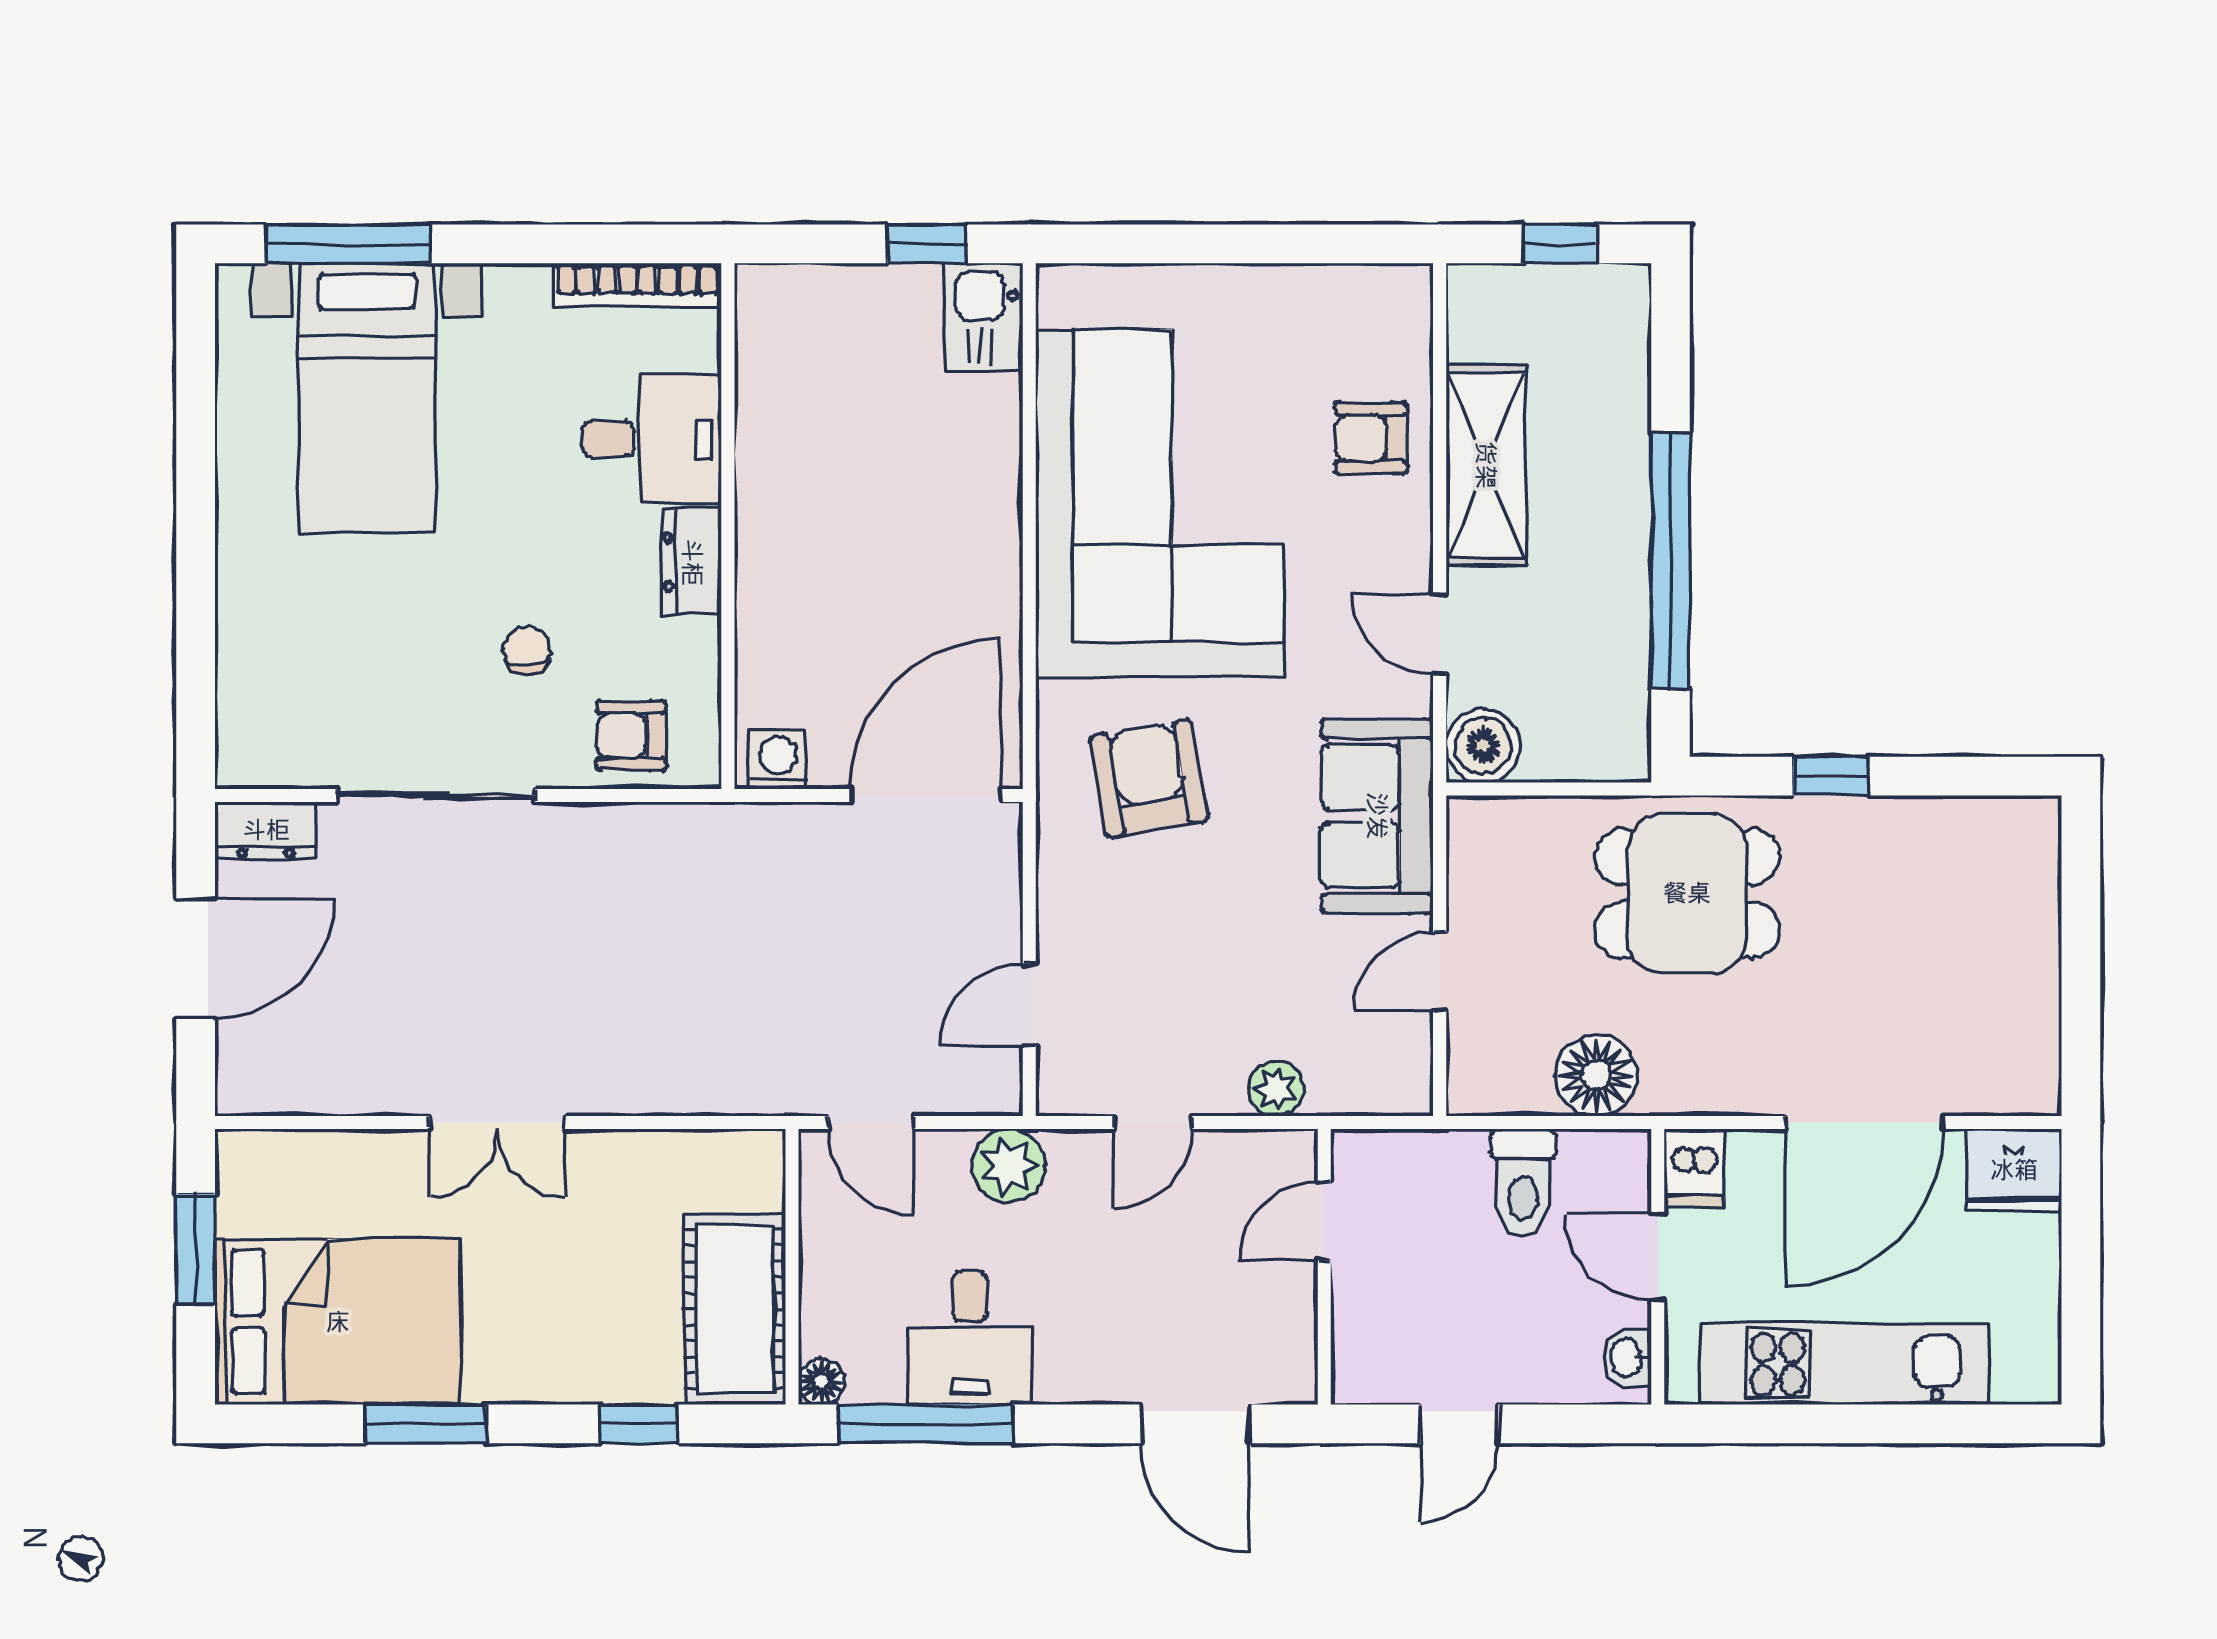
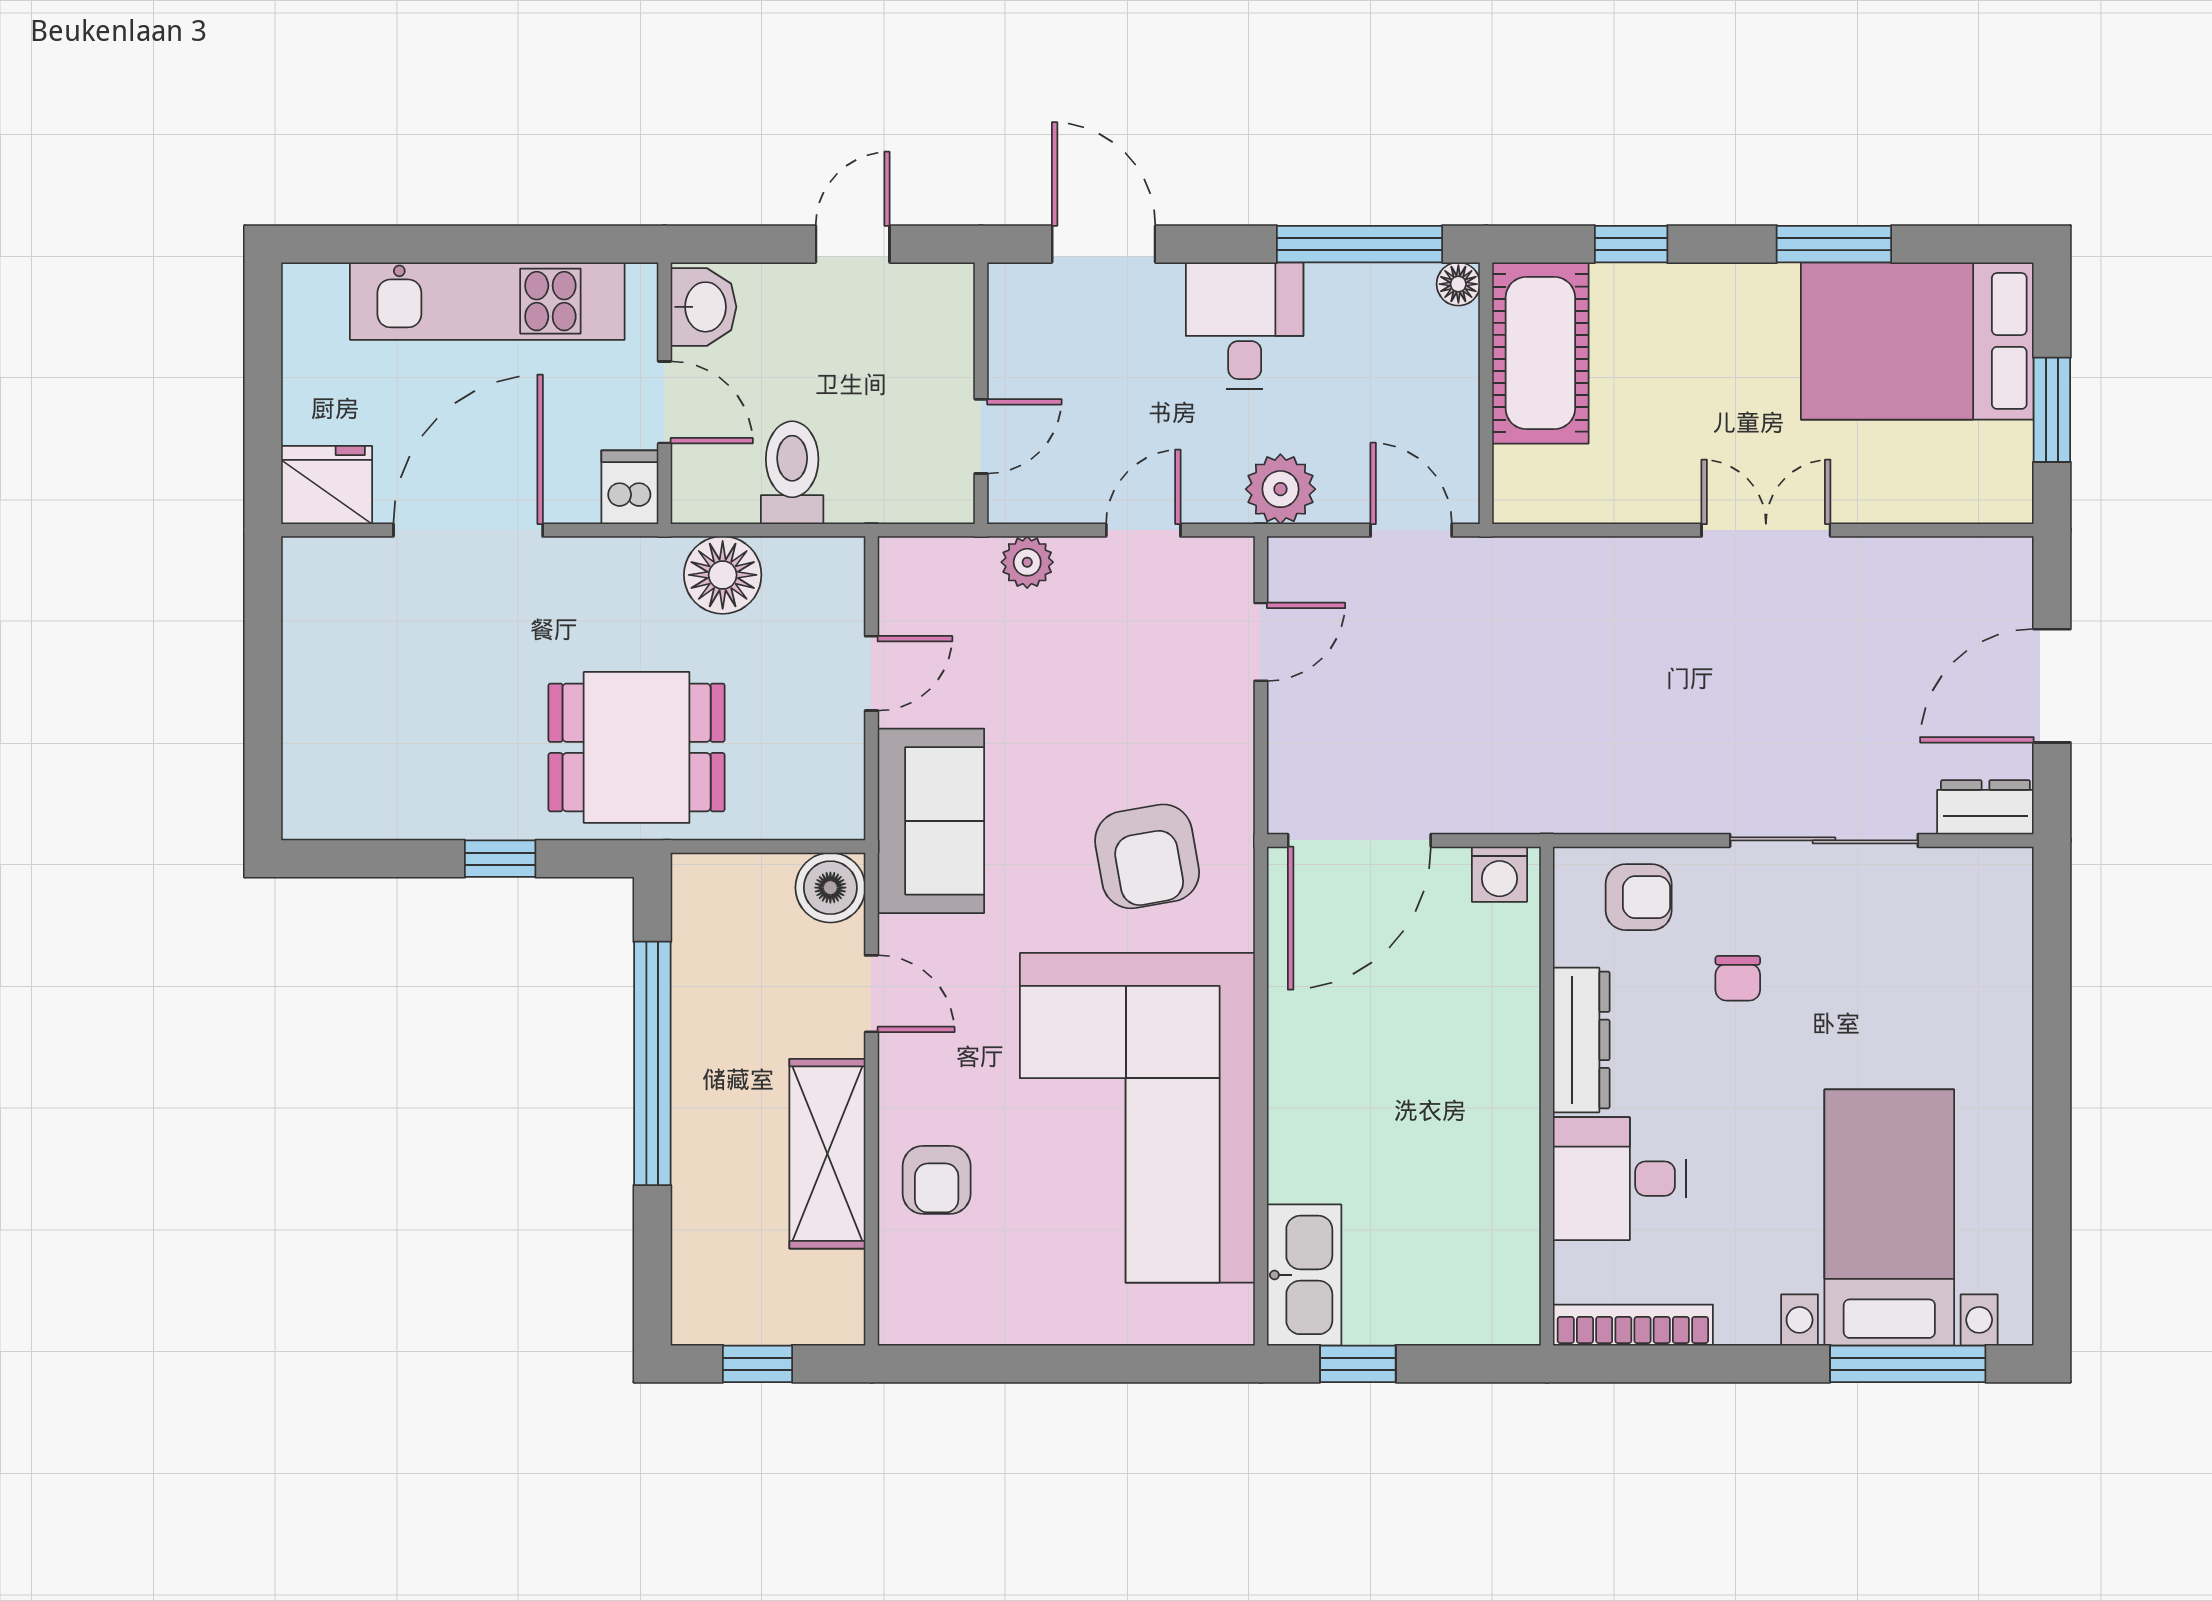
kitchen sink: (984, 317) -> (1304, 1275), width x1.38
armchair: (1371, 438) -> (937, 1180), turned 90
dresser: (692, 562) -> (1581, 1040), width x1.44
desk: (970, 1338) -> (1245, 326), moved
washbasin: (1627, 1358) -> (704, 307), width x1.38, depth x1.45

